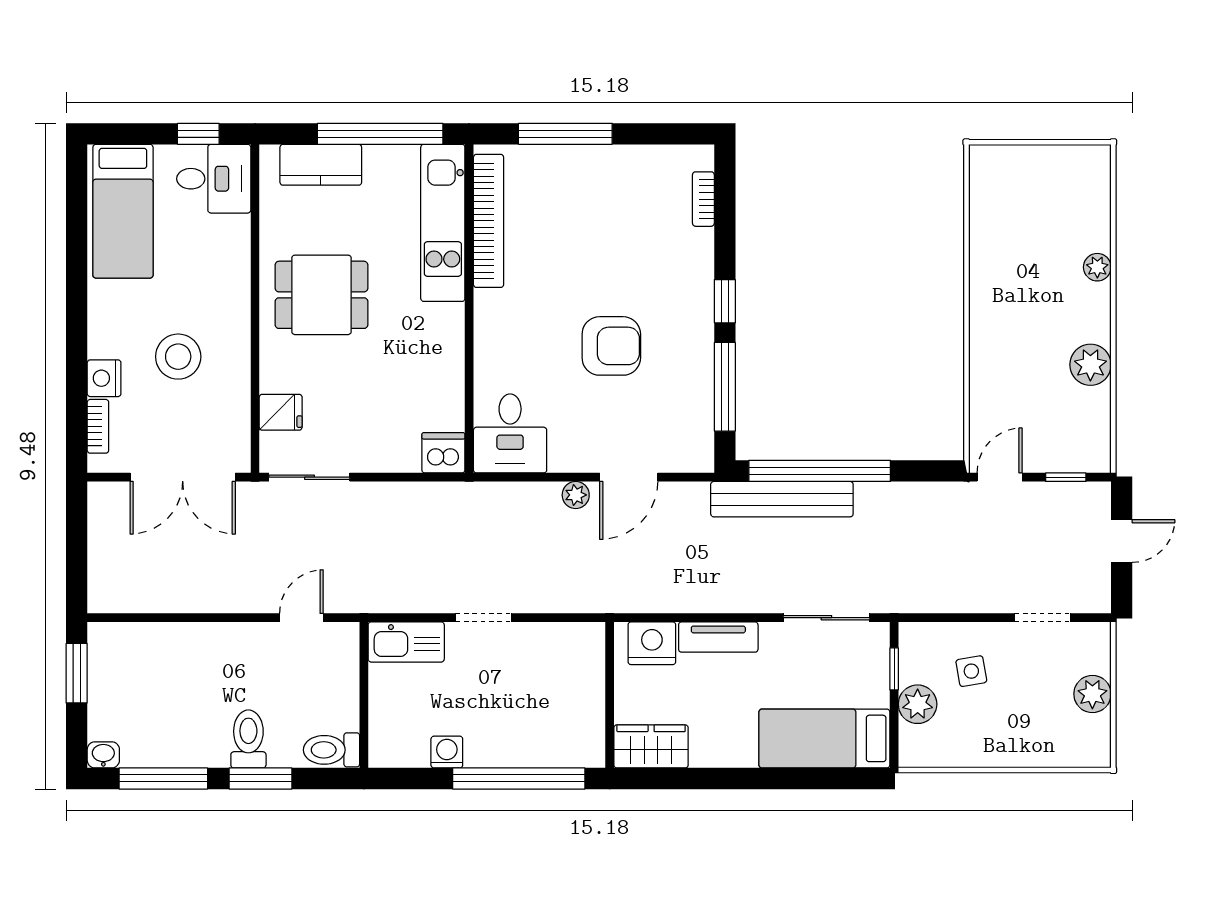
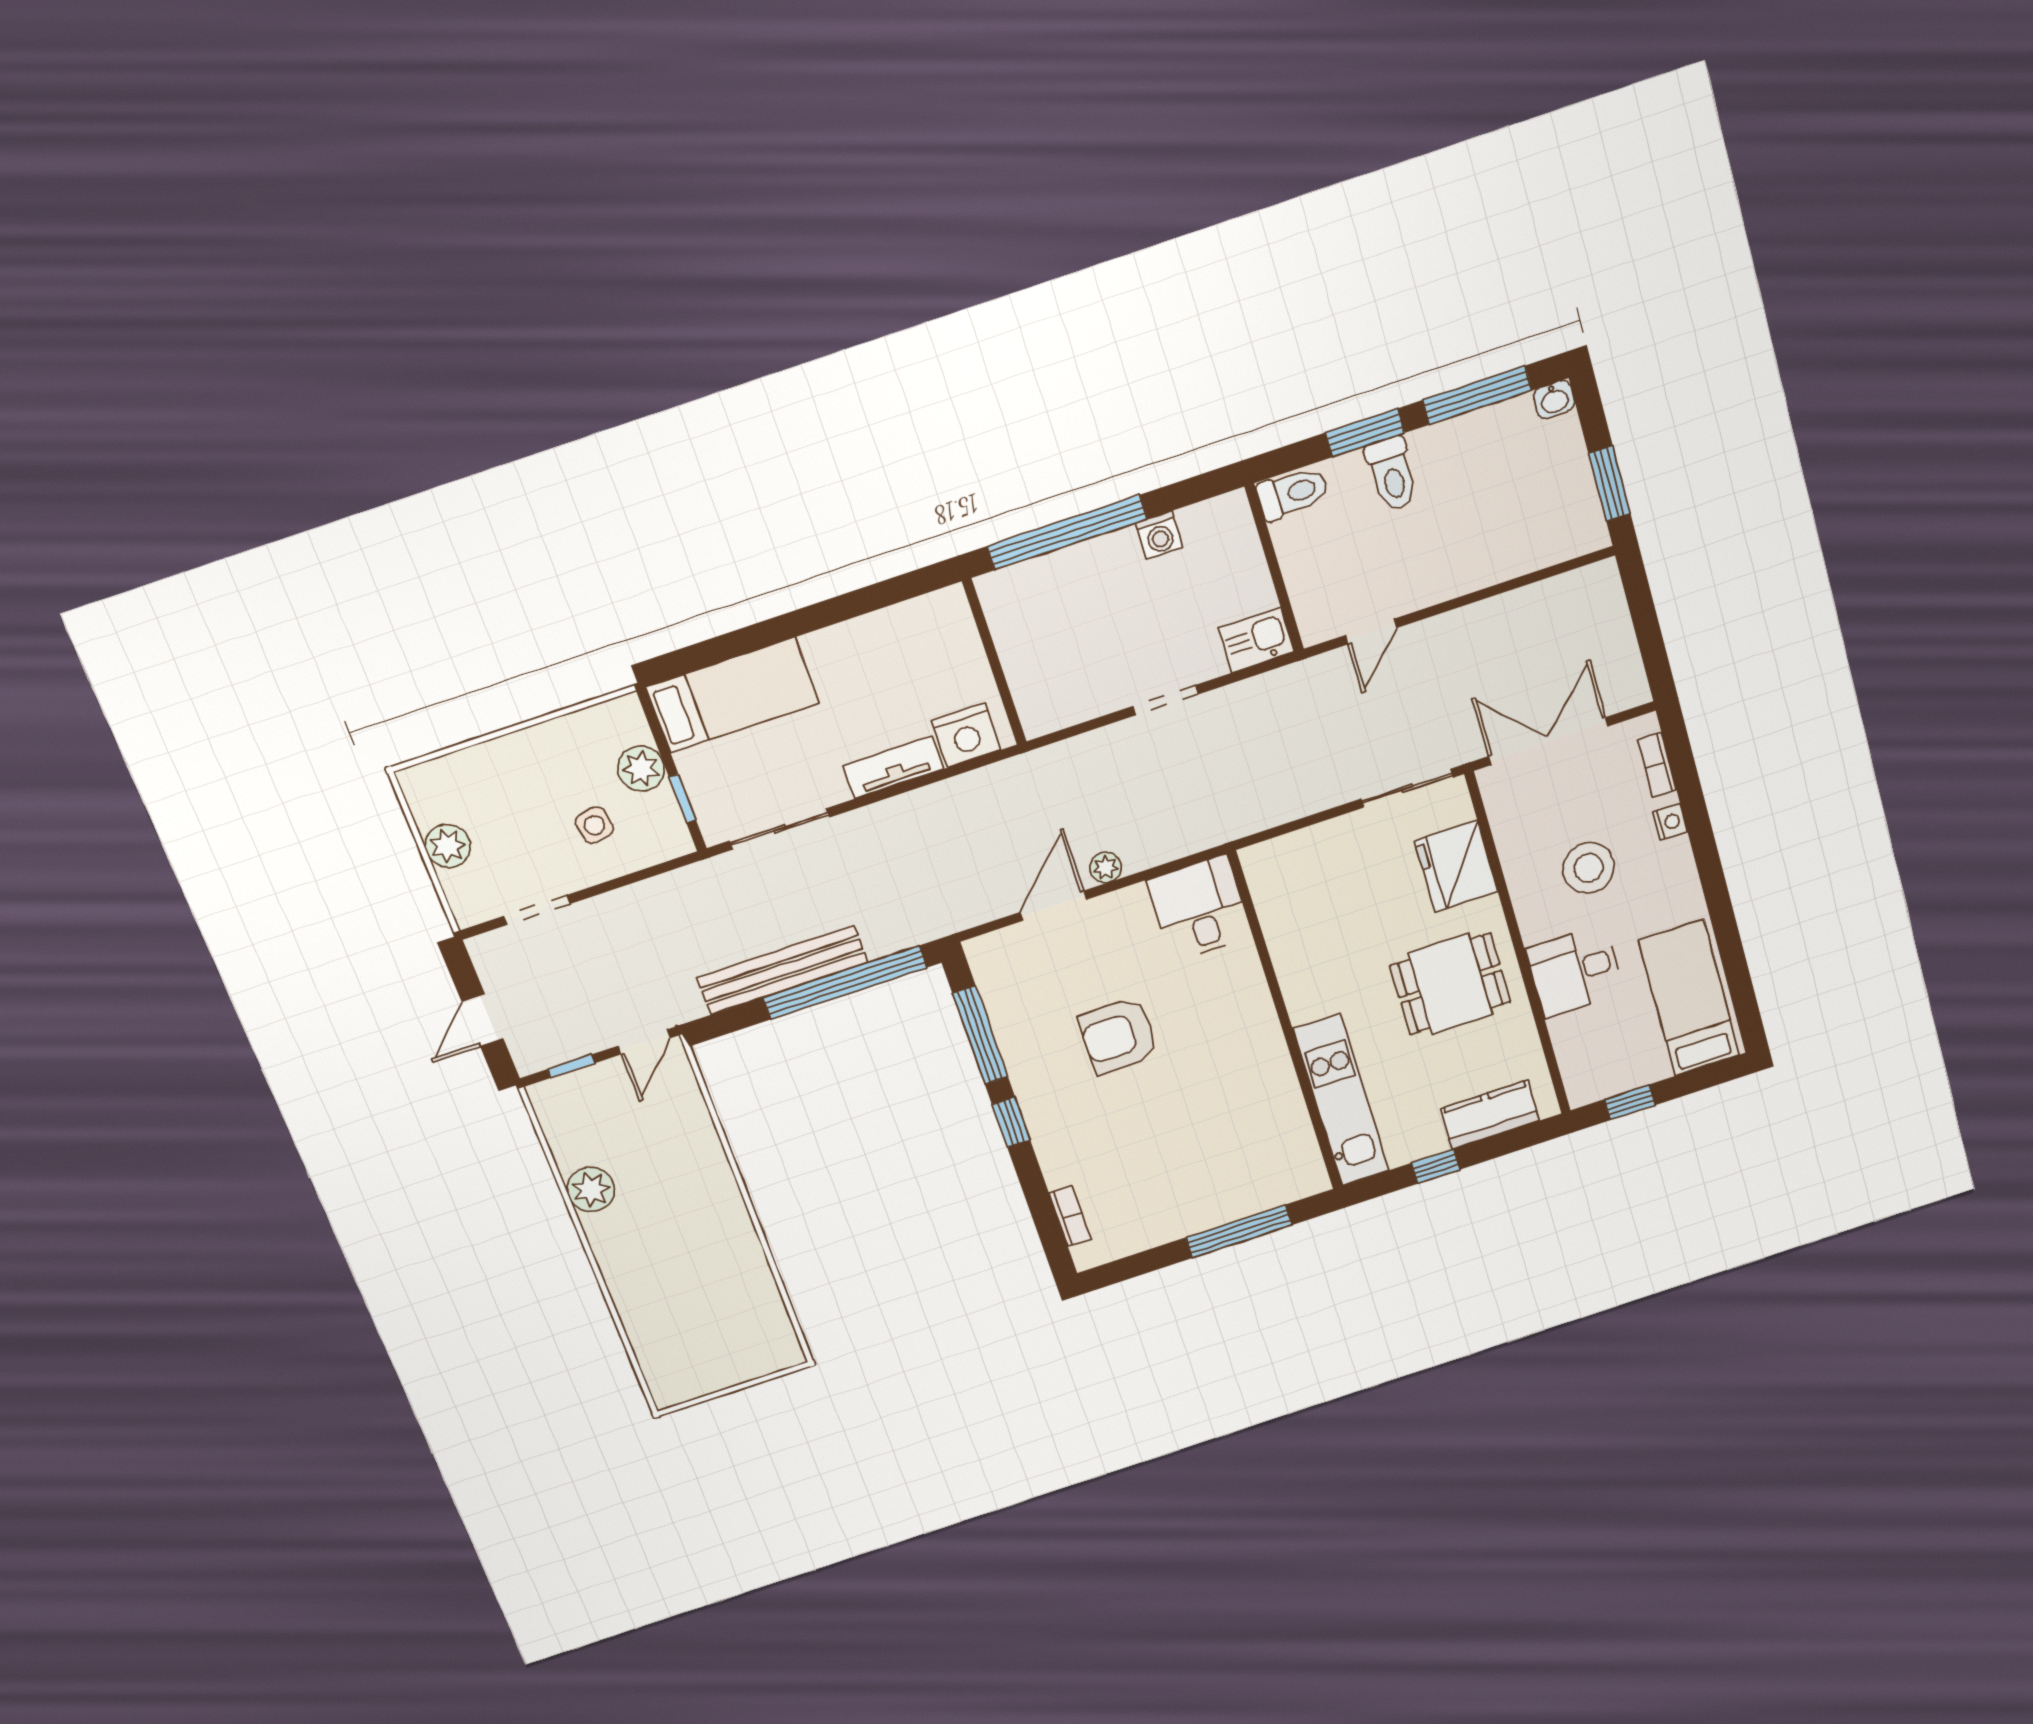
window: (380, 134) -> (1436, 1166), width x0.32
desk: (214, 179) -> (1575, 971), moved
bookcase: (489, 221) -> (1293, 1118), removed
plant: (1097, 267) -> (623, 1289), removed
nightstand: (104, 378) -> (1670, 822), width x0.72, depth x0.74
fridge: (281, 412) -> (1456, 866), width x1.88, depth x1.34
dishwasher: (443, 453) -> (1267, 864), removed
bench: (782, 499) -> (782, 970), moved
kitchen sink: (406, 642) -> (1256, 640), width x0.73
wardrobe: (651, 746) -> (927, 620), removed

